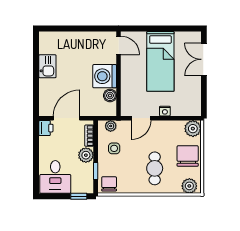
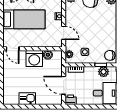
door: (119, 45) -> (13, 49), swing flipped
plant: (86, 155) -> (104, 72), moved
cafe table: (155, 168) -> (99, 23), removed

